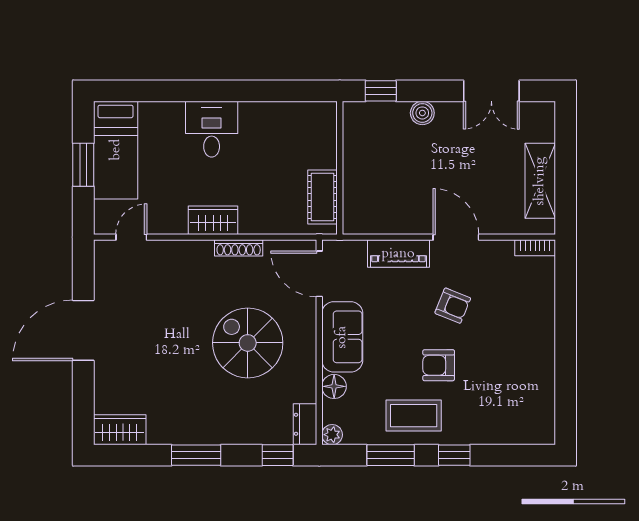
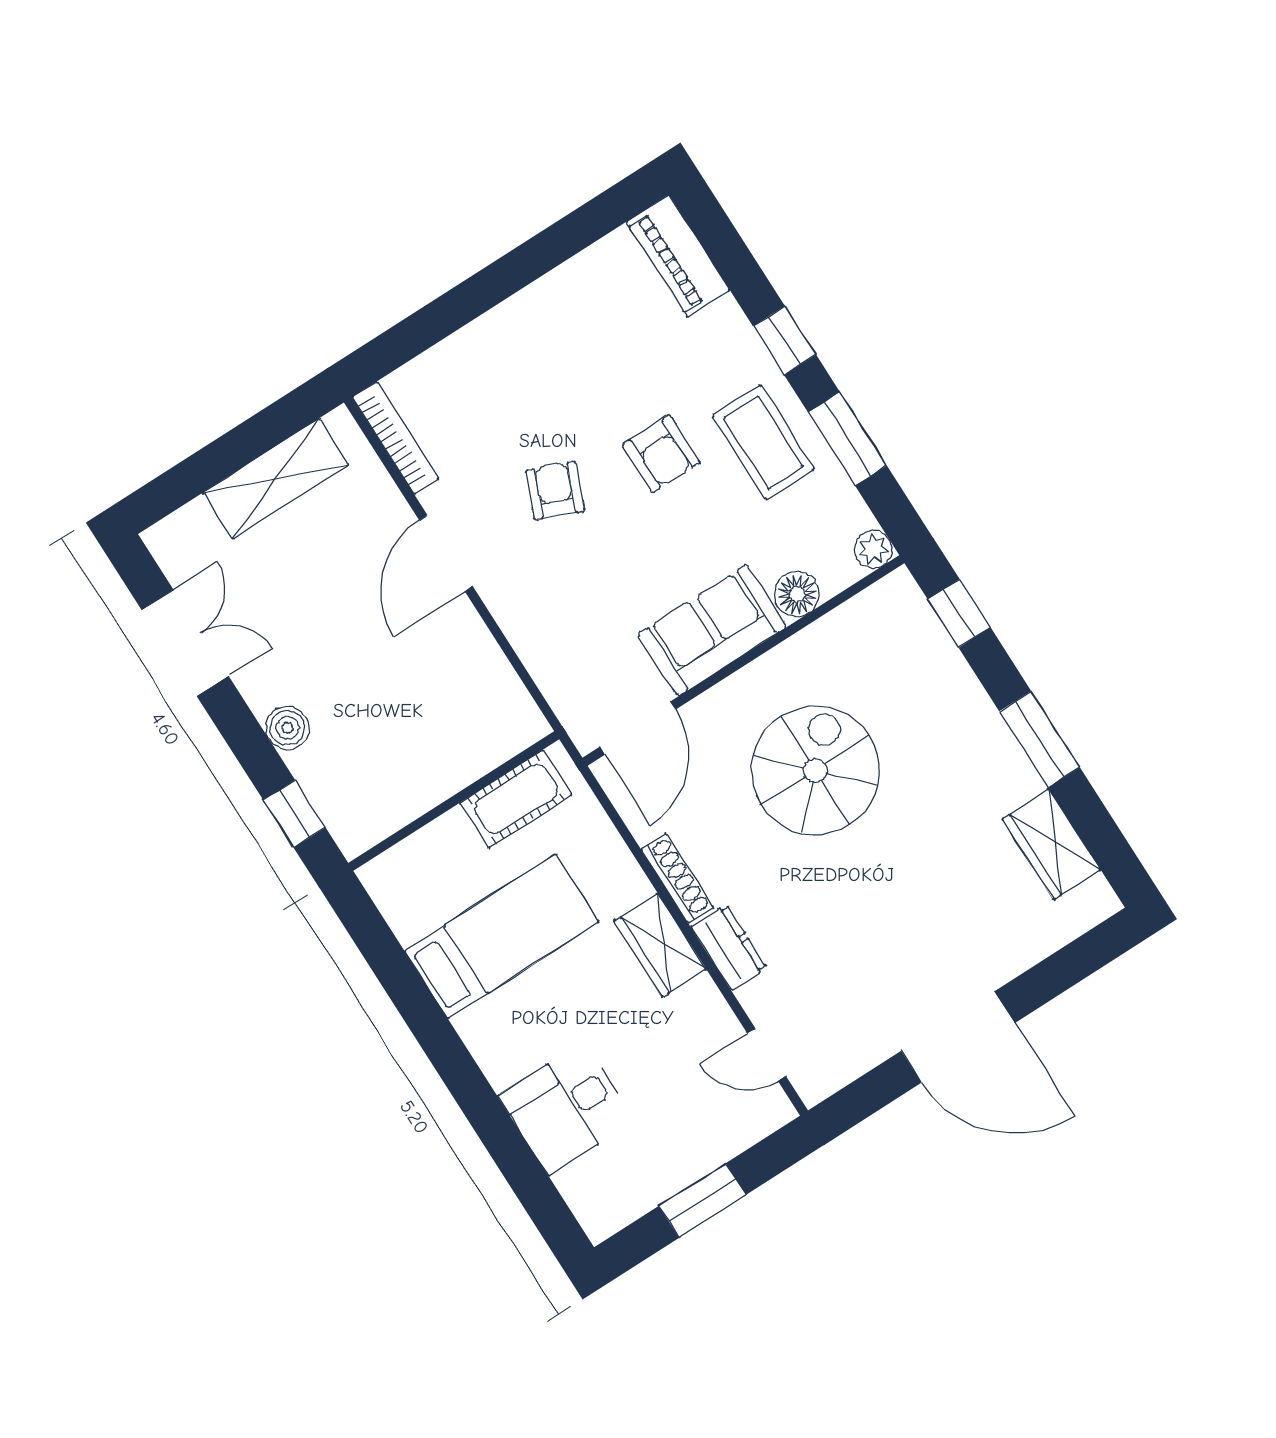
desk: (212, 129) -> (566, 1108), moved
bed: (116, 150) -> (502, 936), moved
bookcase: (535, 248) -> (395, 438), width x1.56
piano: (398, 254) -> (678, 256), moved, turned 180
spiral stairs: (248, 343) -> (815, 770), turned 180
dresser: (305, 424) -> (729, 947), moved, turned -90
wardrobe: (120, 430) -> (1051, 844), moved

